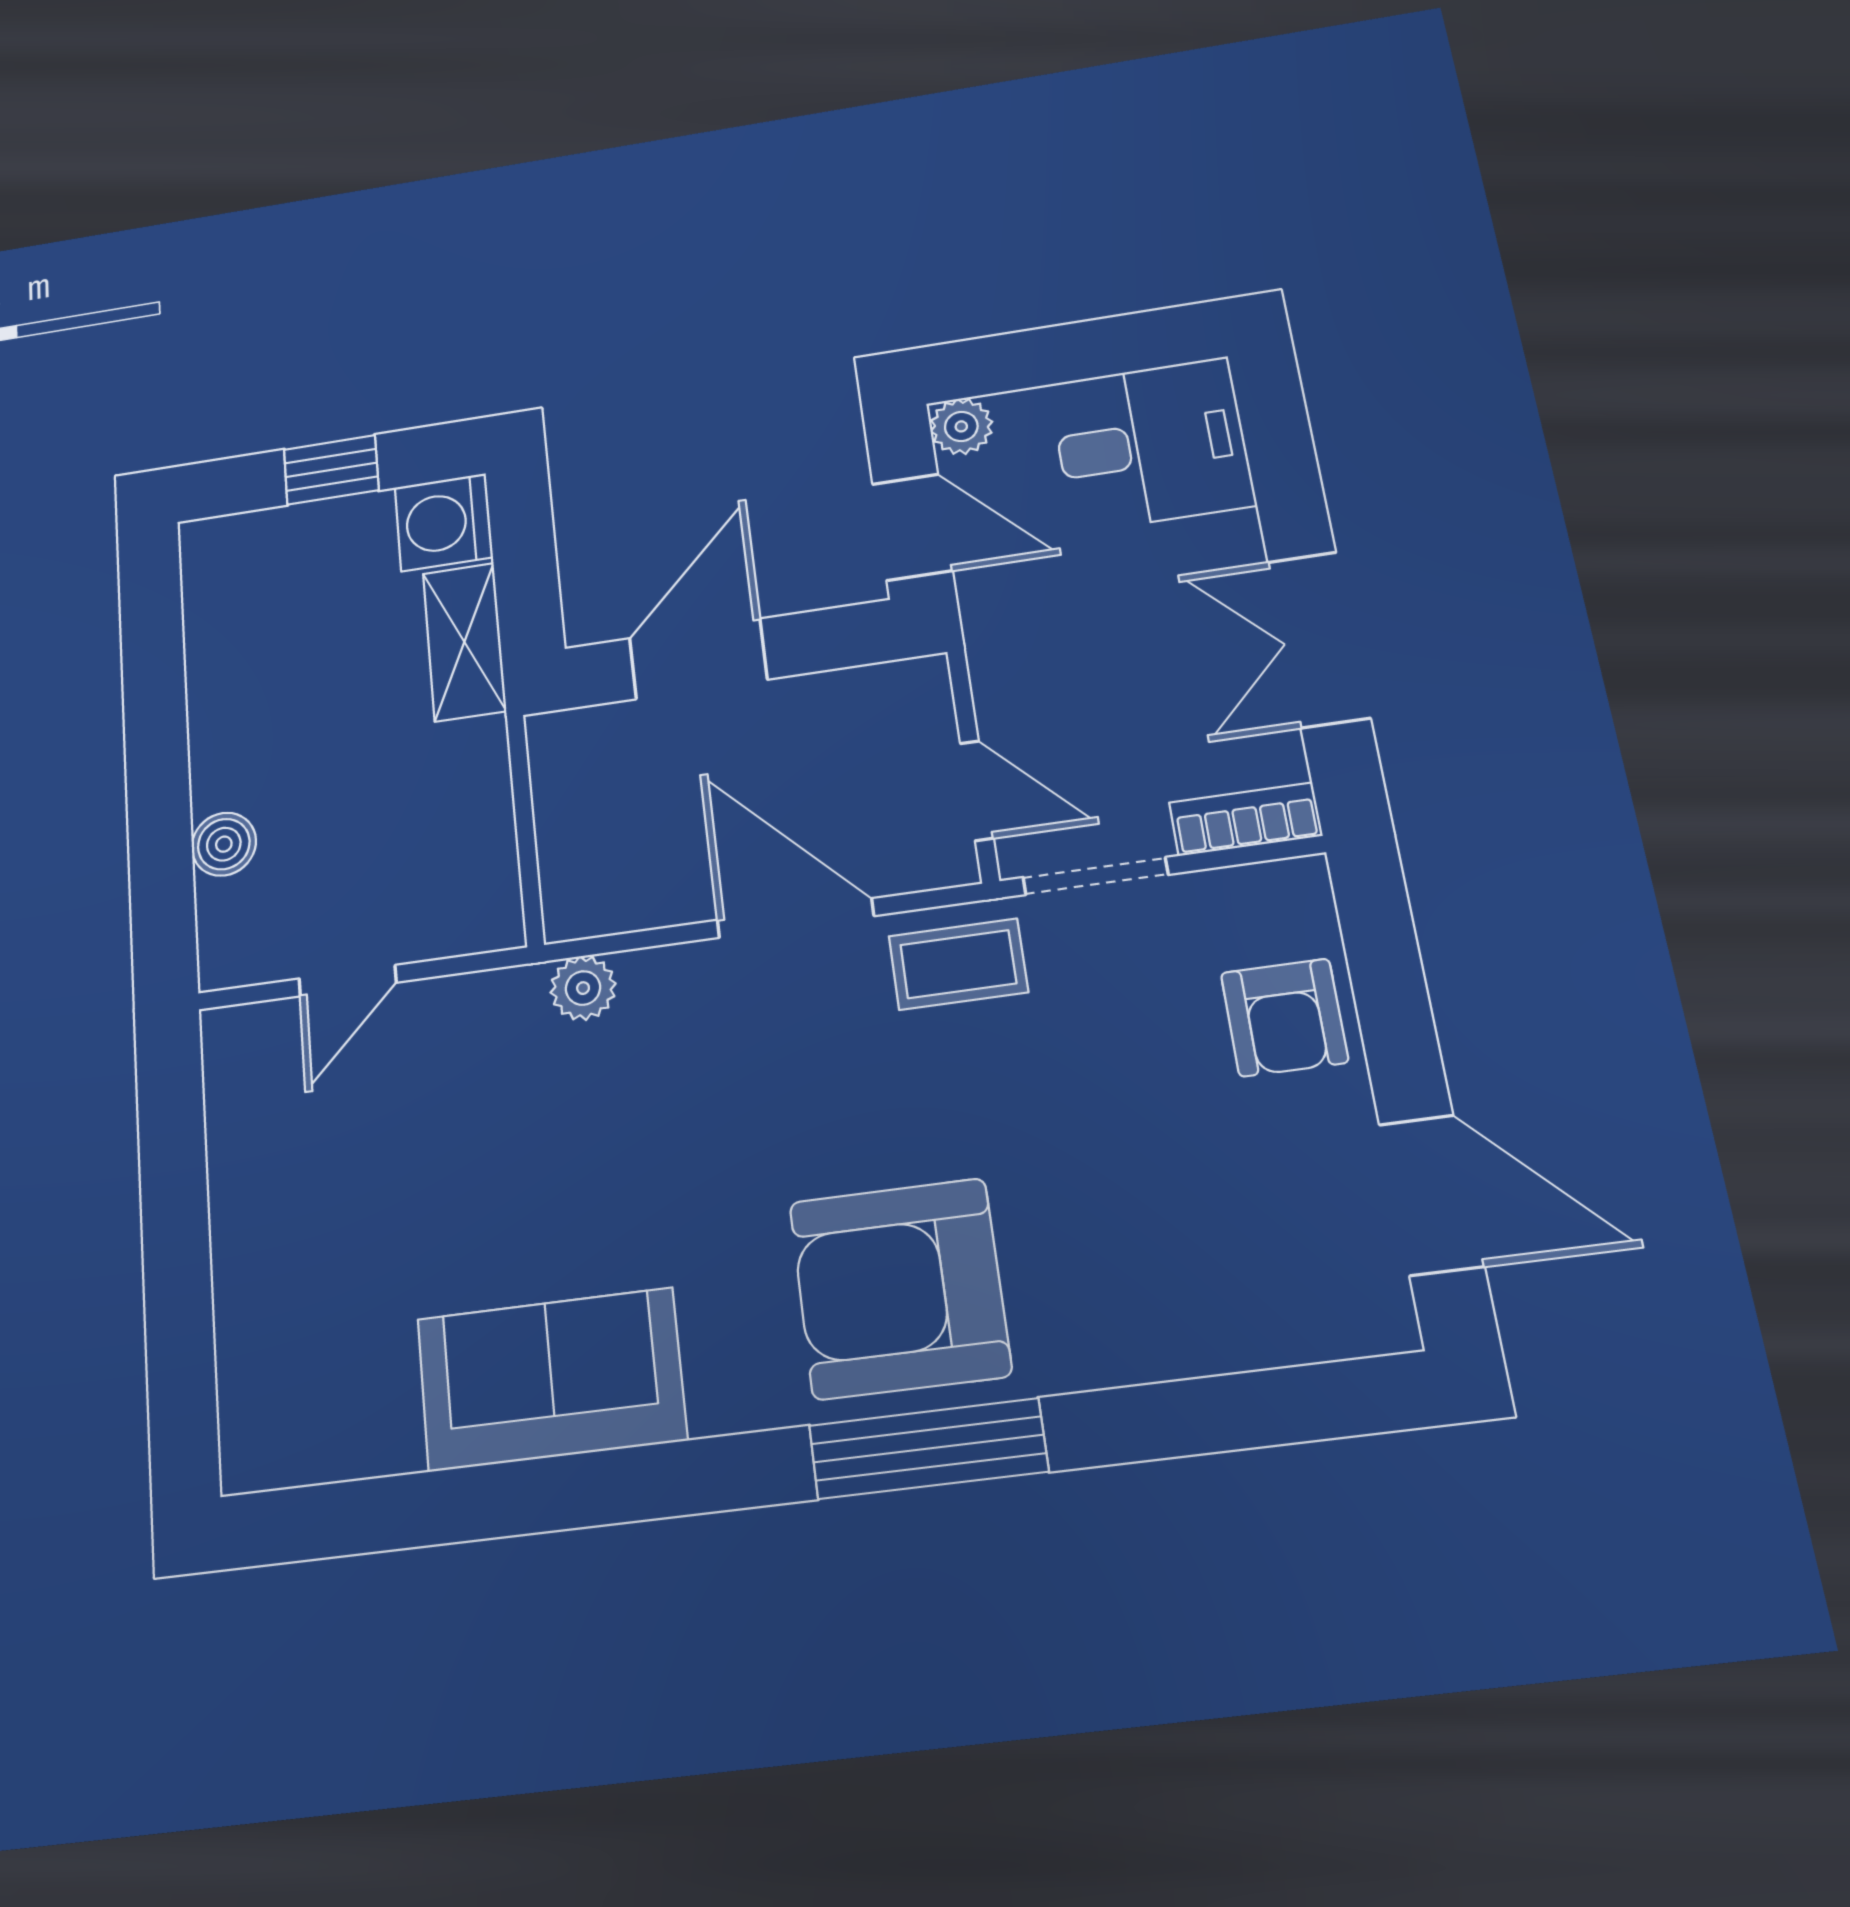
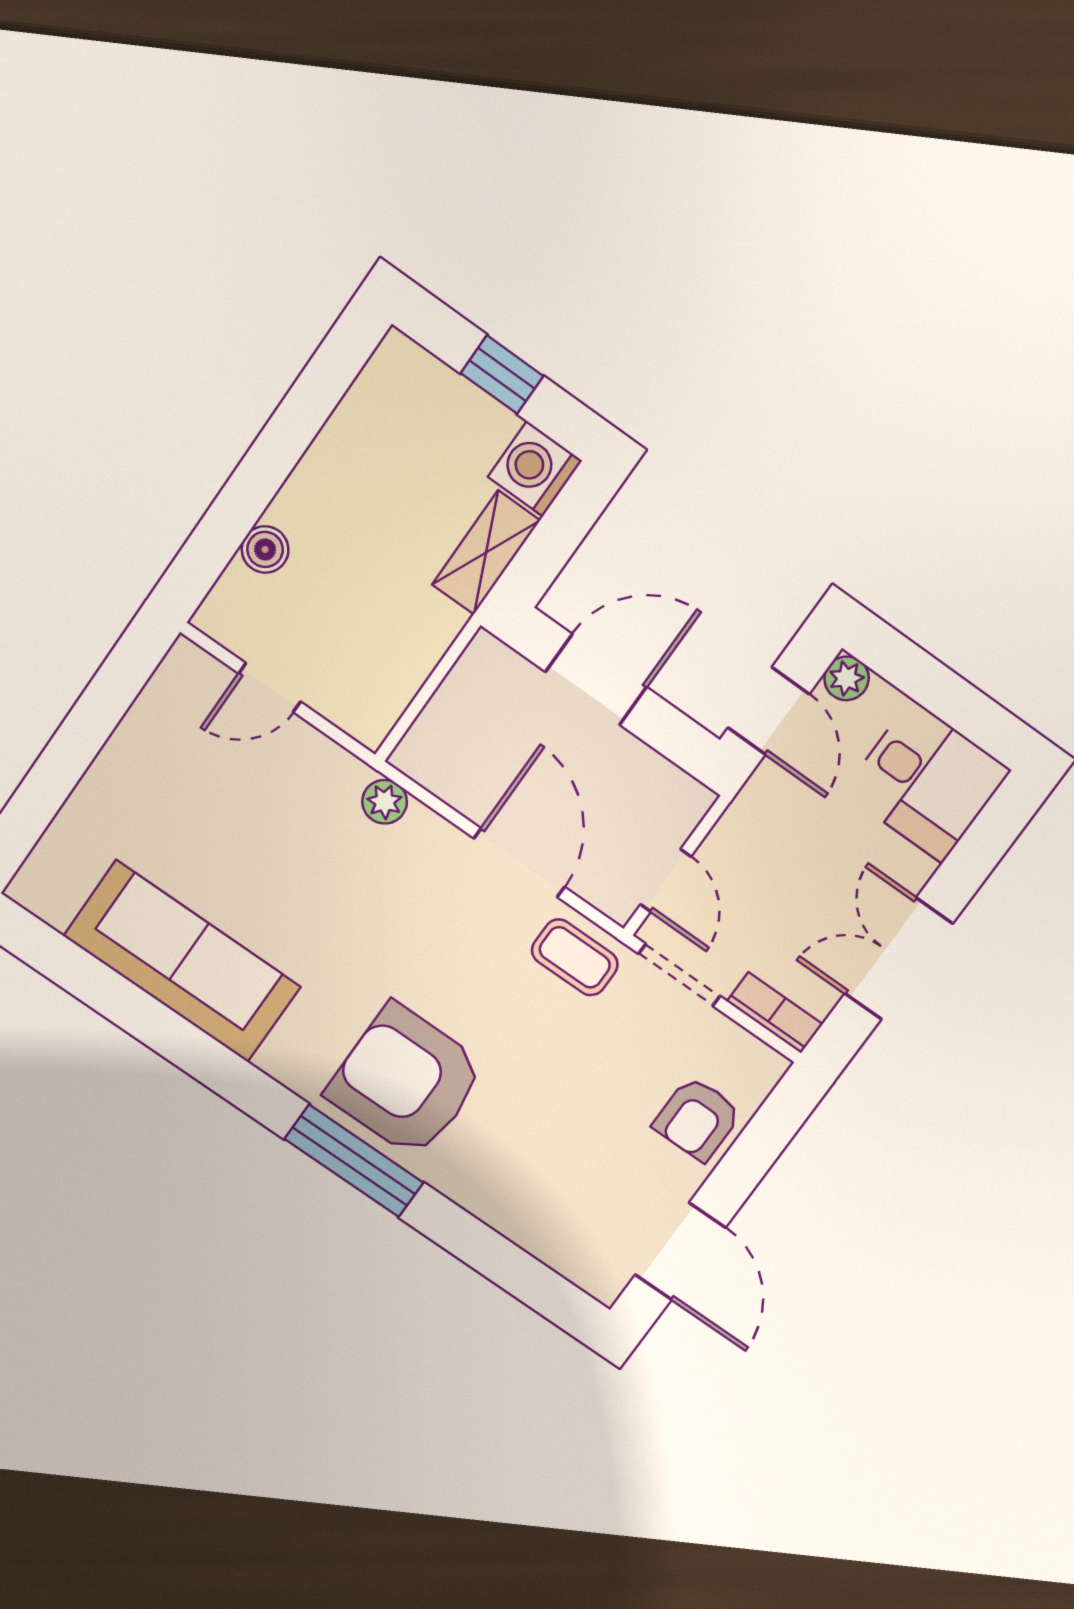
sofa: (551, 1379) -> (182, 961), width x1.36

